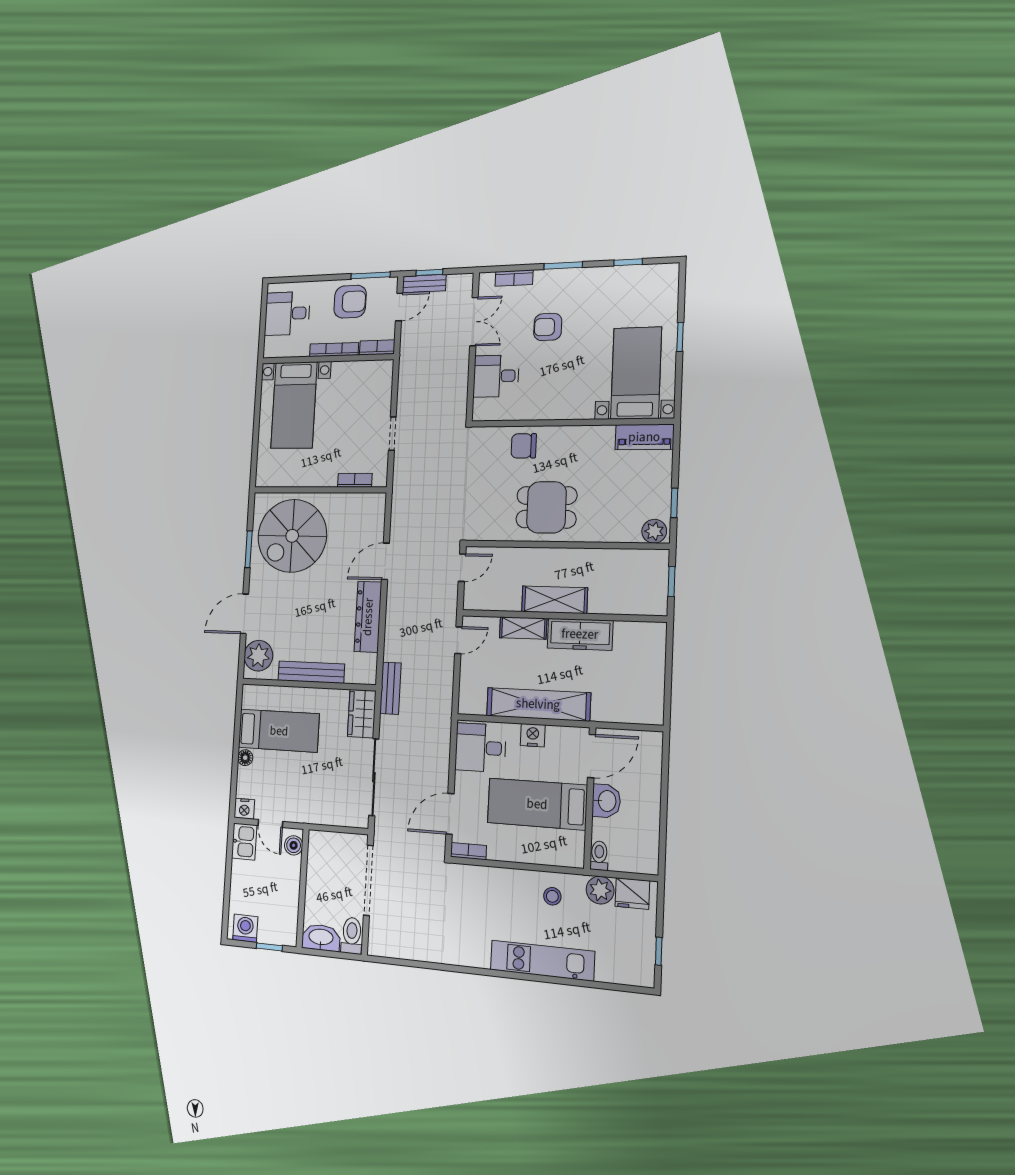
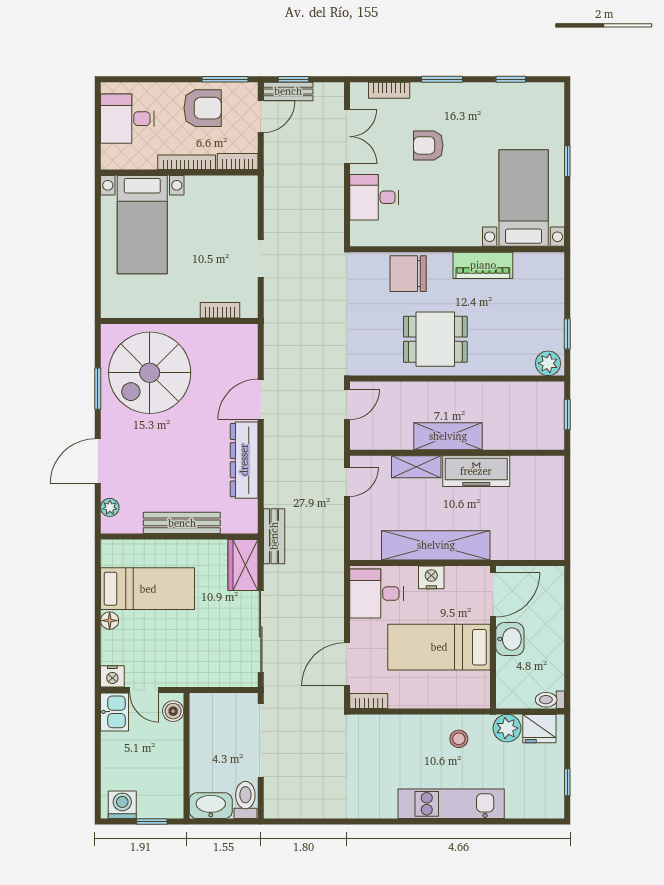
piano: (644, 437) -> (483, 265), moved
chair: (524, 446) -> (408, 274), width x1.37, depth x1.37
plant: (258, 656) -> (110, 507), width x0.53, depth x0.53
toilet: (599, 856) -> (550, 700), moved, turned -90

